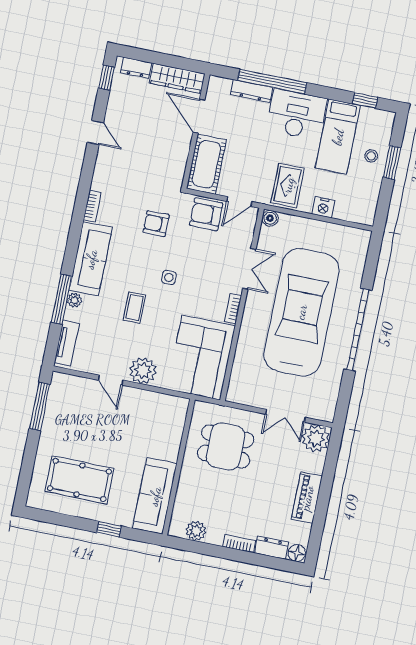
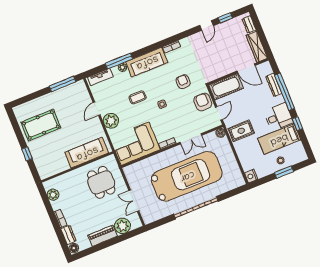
window: (107, 78) -> (225, 18), moved
window: (365, 100) -> (297, 124), moved
desk: (297, 114) -> (278, 117), width x0.73
door: (199, 116) -> (246, 68), swing flipped
door: (239, 202) -> (219, 113), swing flipped
nightstand: (323, 207) -> (251, 176), moved
plant: (316, 438) -> (122, 226), moved
pool table: (79, 480) -> (41, 125), turned 90
sofa: (155, 496) -> (87, 153), moved

